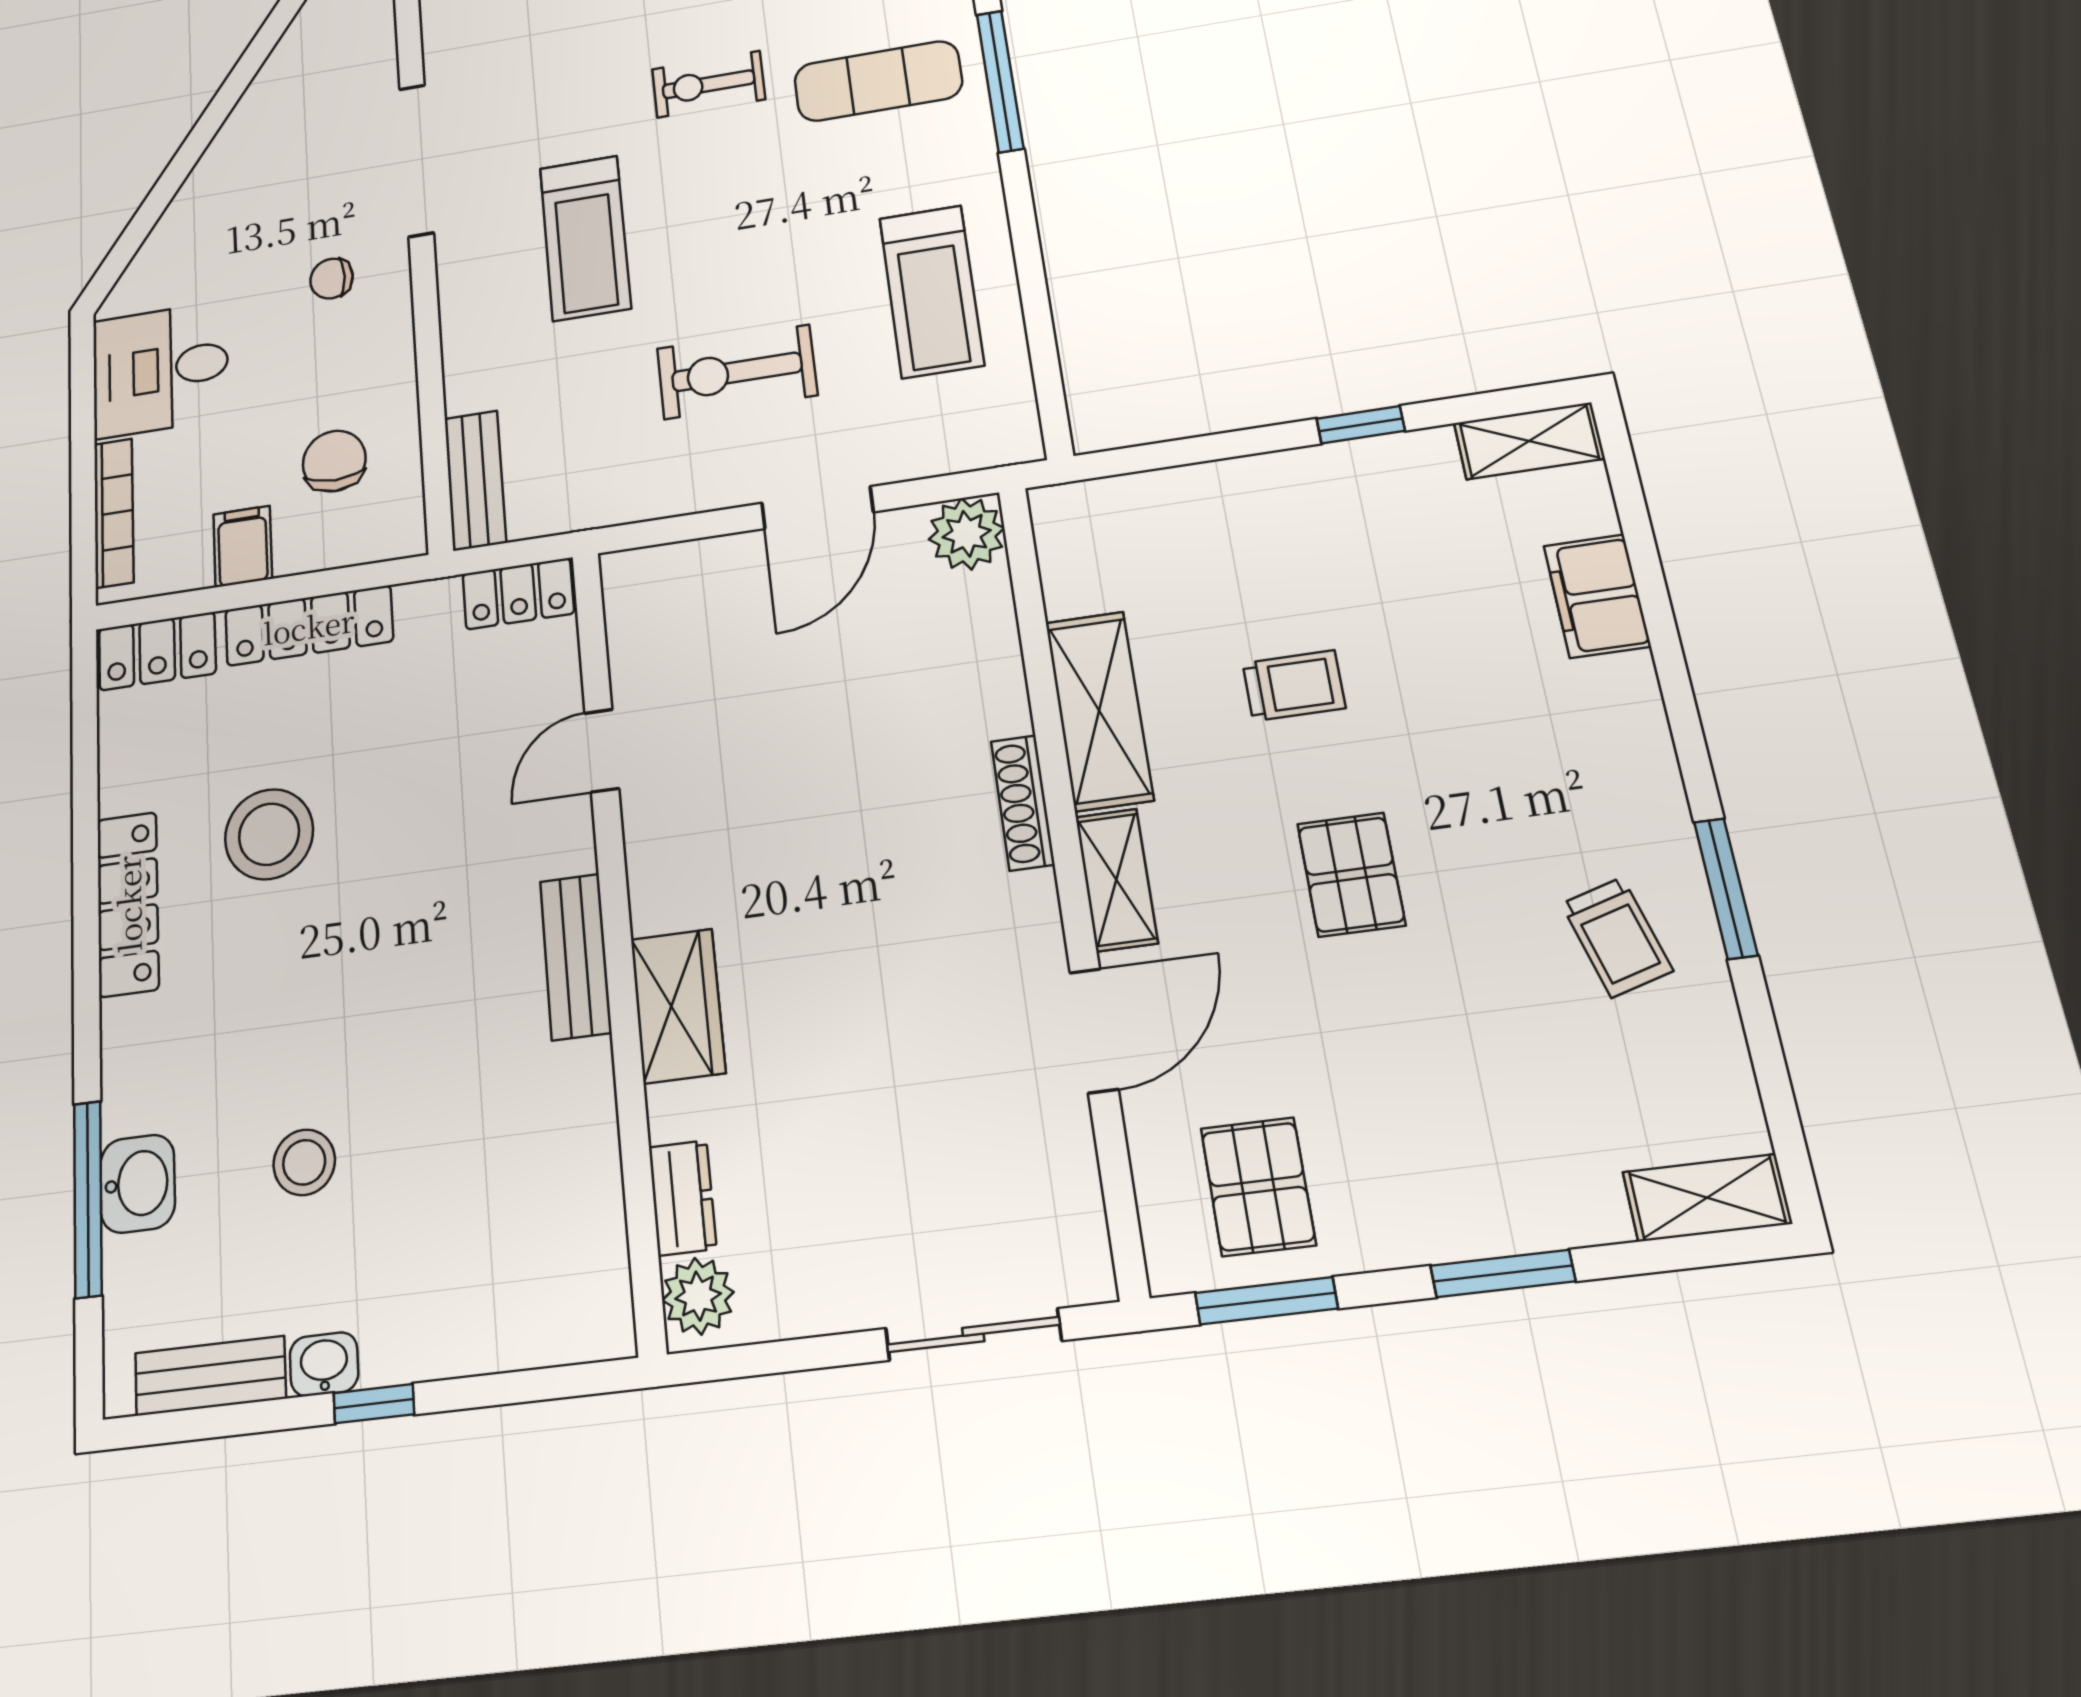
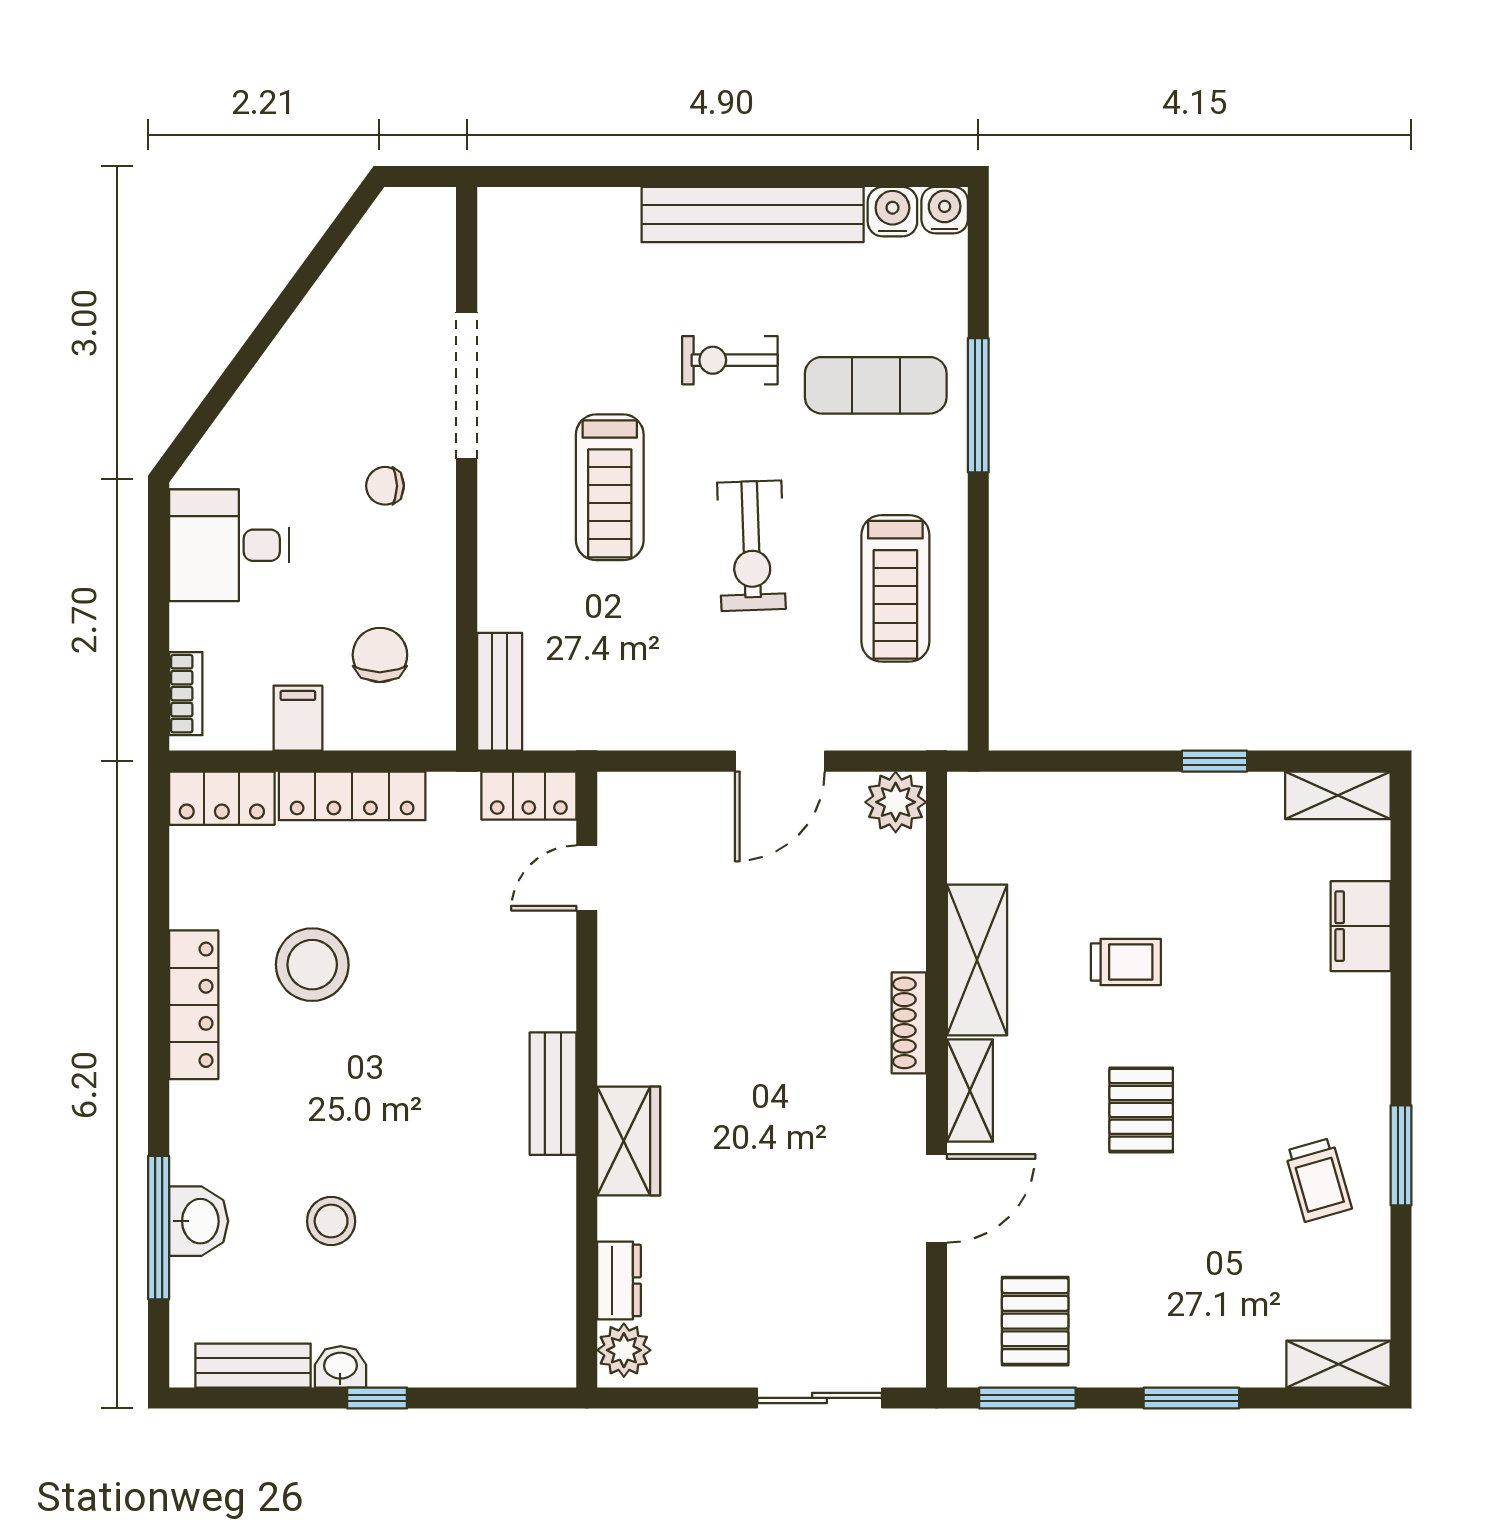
exercise bike: (737, 372) -> (751, 546), moved, turned -92
bookcase: (114, 513) -> (186, 694), width x0.64
door: (602, 751) -> (587, 878), moved

